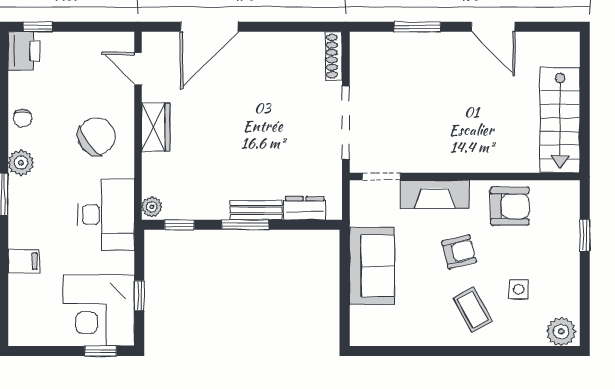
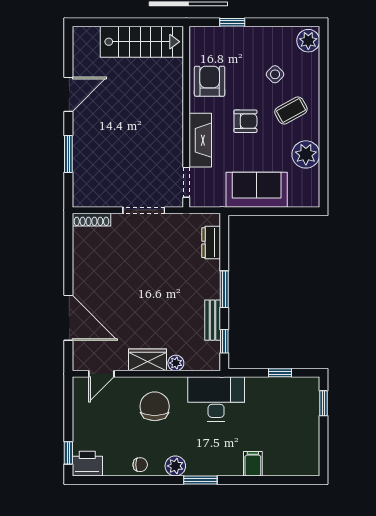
doorway: (346, 123) -> (144, 210), width x0.73
chair: (97, 136) -> (155, 406), turned 37
plant: (152, 207) -> (176, 363), moved
bench: (256, 210) -> (213, 320), moved
armchair: (459, 252) -> (245, 121), turned 104
side table: (519, 289) -> (275, 74), turned 45
corner desk: (99, 310) -> (292, 405), removed
plant: (417, 329) -> (306, 154), added

